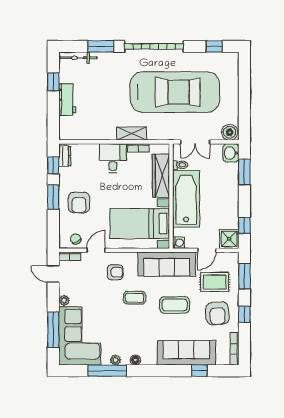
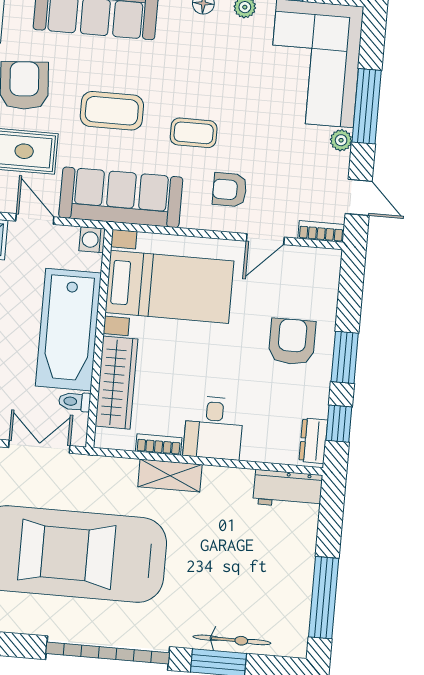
bicycle: (78, 58) -> (232, 640), moved
window: (53, 82) -> (324, 598), width x2.17
workbench: (67, 100) -> (288, 489), moved, turned -90
chair: (76, 239) -> (306, 266), removed
door: (207, 250) -> (35, 219), hinge flipped
window: (53, 330) -> (367, 106), moved

